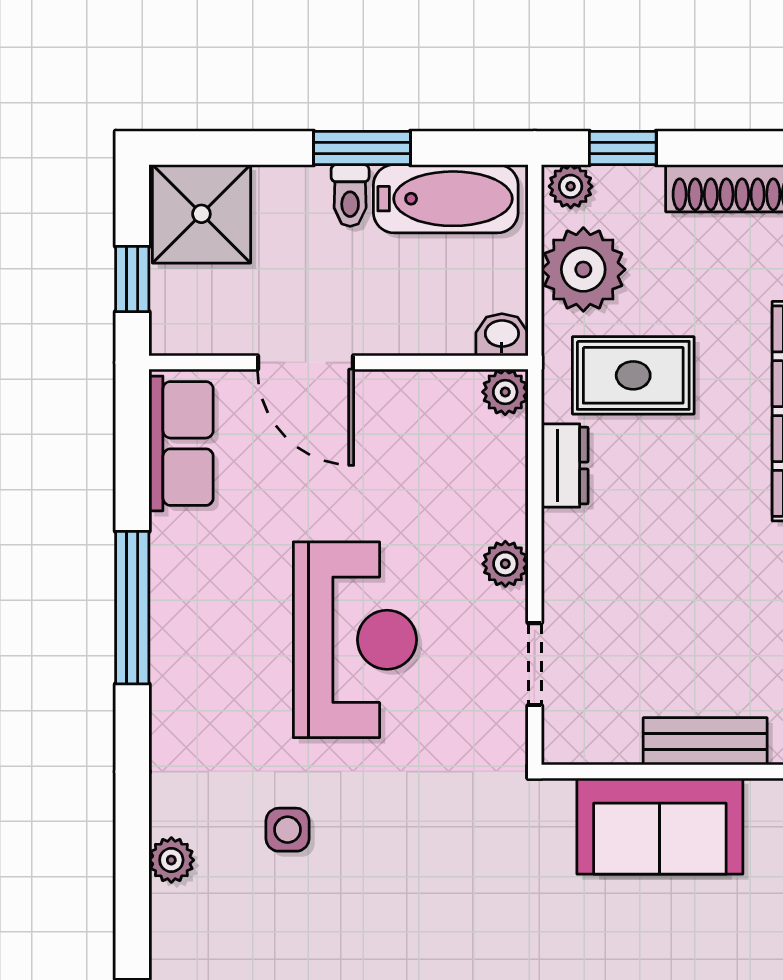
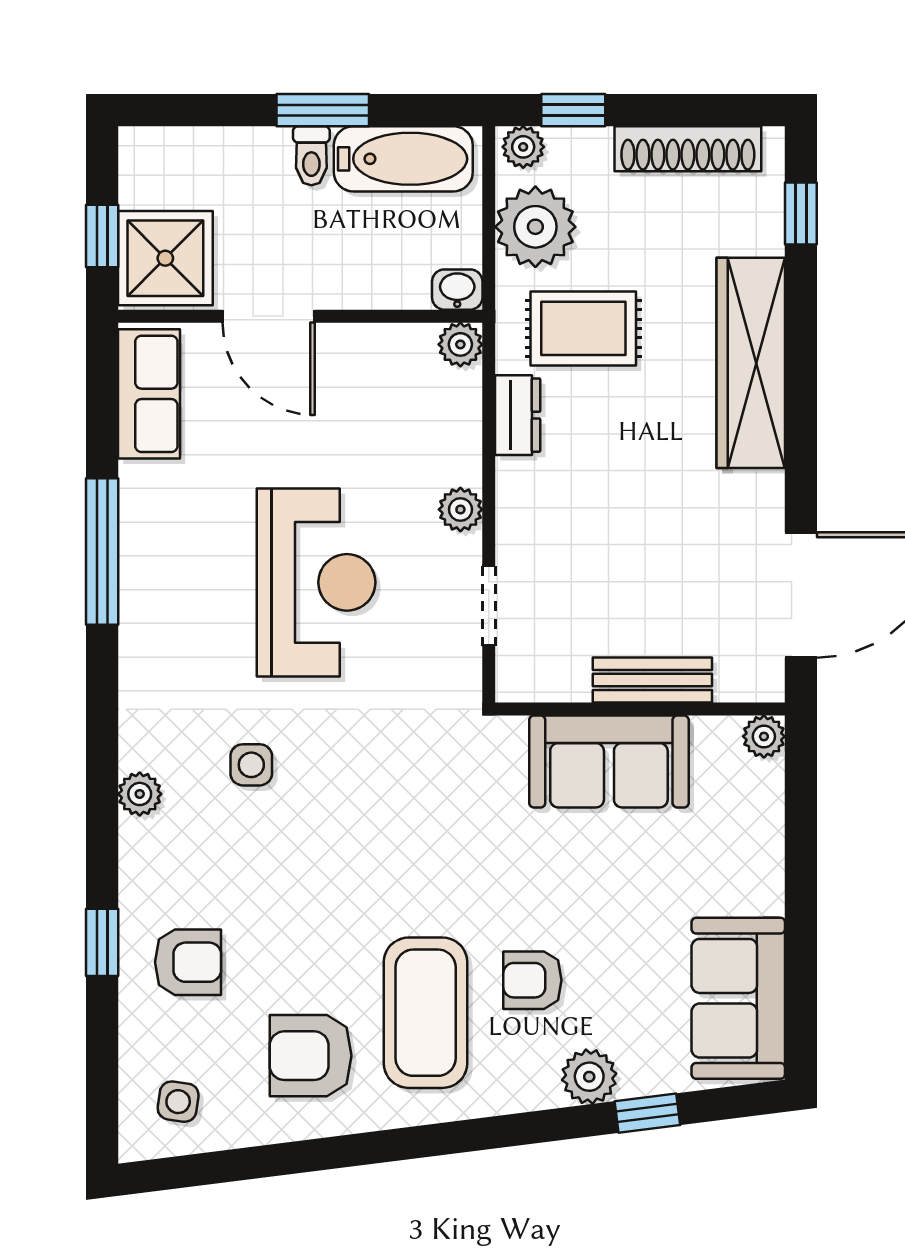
shower: (201, 214) -> (165, 258), moved

